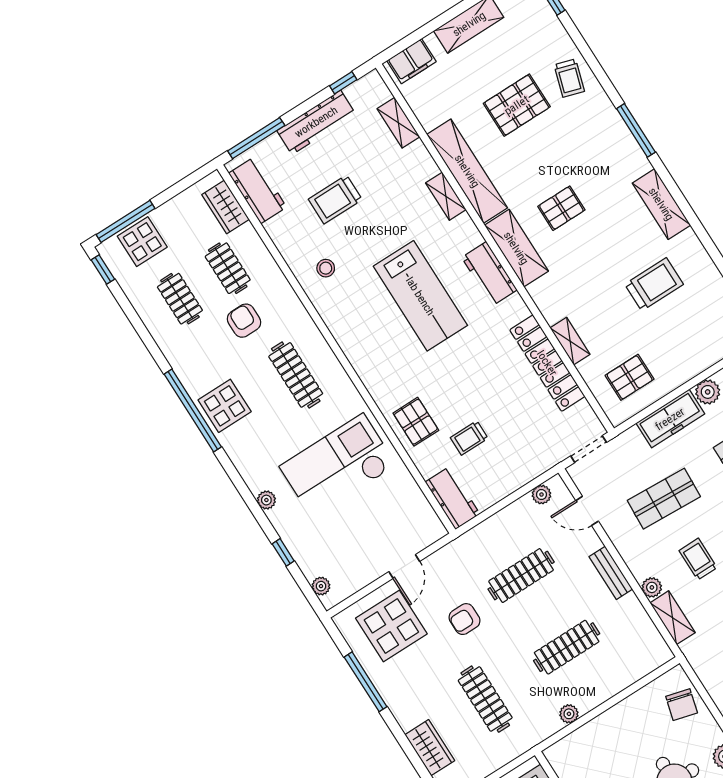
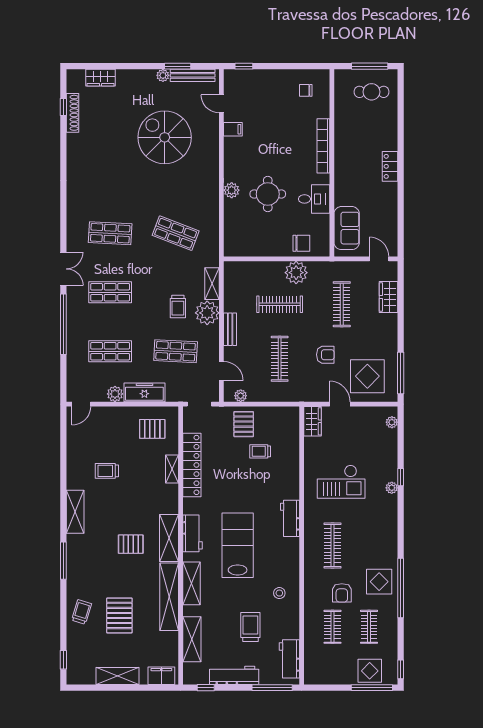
pallet: (517, 105) -> (119, 615), turned 90
shelving: (398, 123) -> (192, 639), width x1.50, depth x1.33
shelving: (446, 196) -> (192, 583), width x1.50, depth x1.33
trolley: (335, 199) -> (250, 627), turned -90
wardrobe: (226, 207) -> (313, 421), moved
trolley: (654, 284) -> (107, 471), width x0.73, depth x0.72
display table: (225, 406) -> (379, 582), moved
window: (193, 410) -> (401, 588), moved
pallet: (416, 422) -> (244, 424), moved
trolley: (469, 438) -> (260, 451), turned 180
checkout: (338, 466) -> (341, 482), width x0.73, depth x0.83
workbench: (453, 498) -> (290, 518), moved
window: (283, 552) -> (401, 477), moved
door: (404, 566) -> (340, 404), hinge flipped
clothes rail: (521, 576) -> (280, 359), turned 90
plant: (652, 587) -> (207, 313), width x1.88, depth x1.88
window: (366, 682) -> (401, 373), moved
chair: (682, 705) -> (301, 243), moved, turned 75
plant: (569, 714) -> (296, 273), width x1.88, depth x1.88

